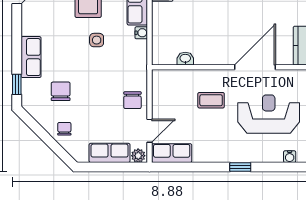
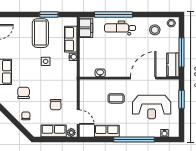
chair: (132, 100) -> (56, 105), moved
reception desk: (269, 114) -> (152, 107), turned 180
door: (150, 131) -> (78, 117), hinge flipped
row of seats: (172, 153) -> (107, 131), moved
window: (240, 167) -> (134, 140), width x3.17

